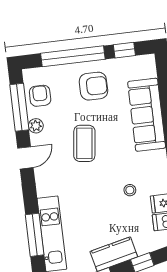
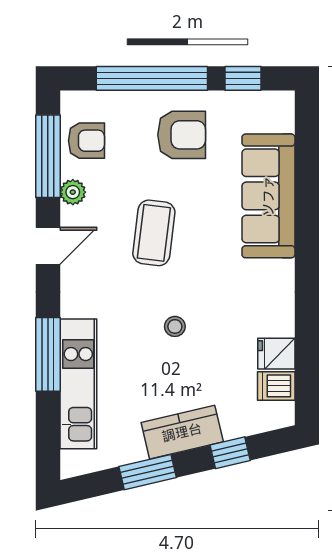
armchair: (40, 96) -> (86, 141), turned 90
stool: (130, 190) -> (175, 326), moved
window: (35, 235) -> (48, 354), moved

